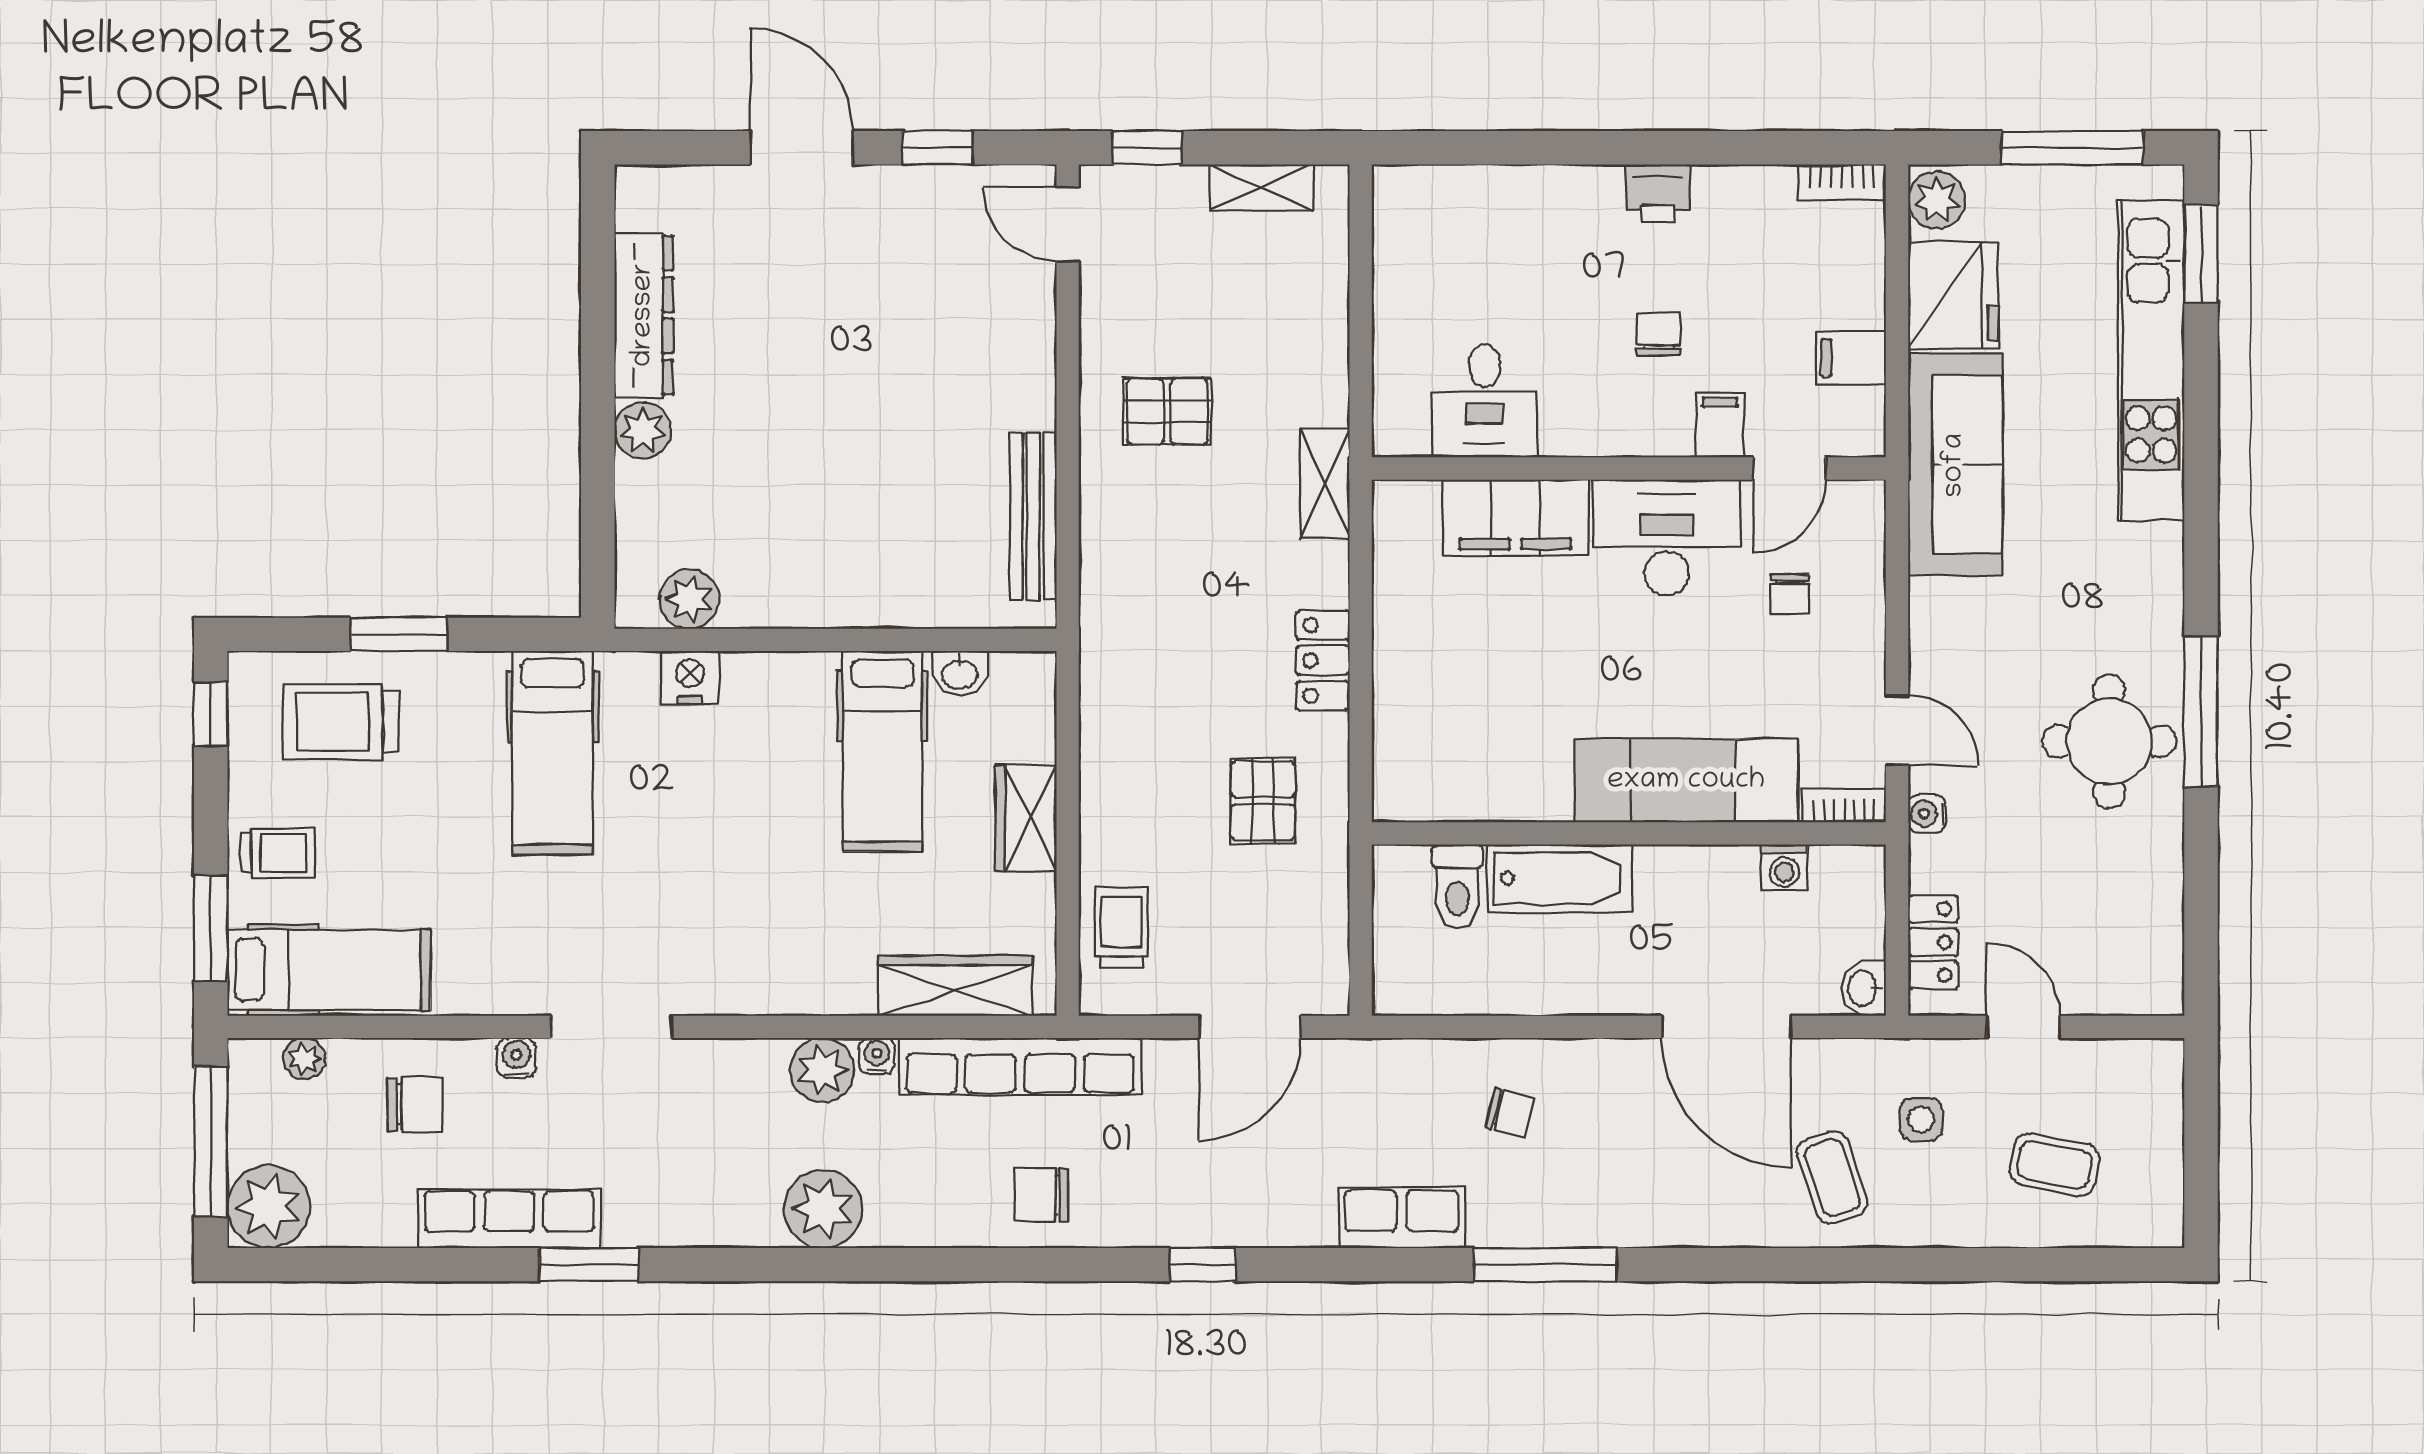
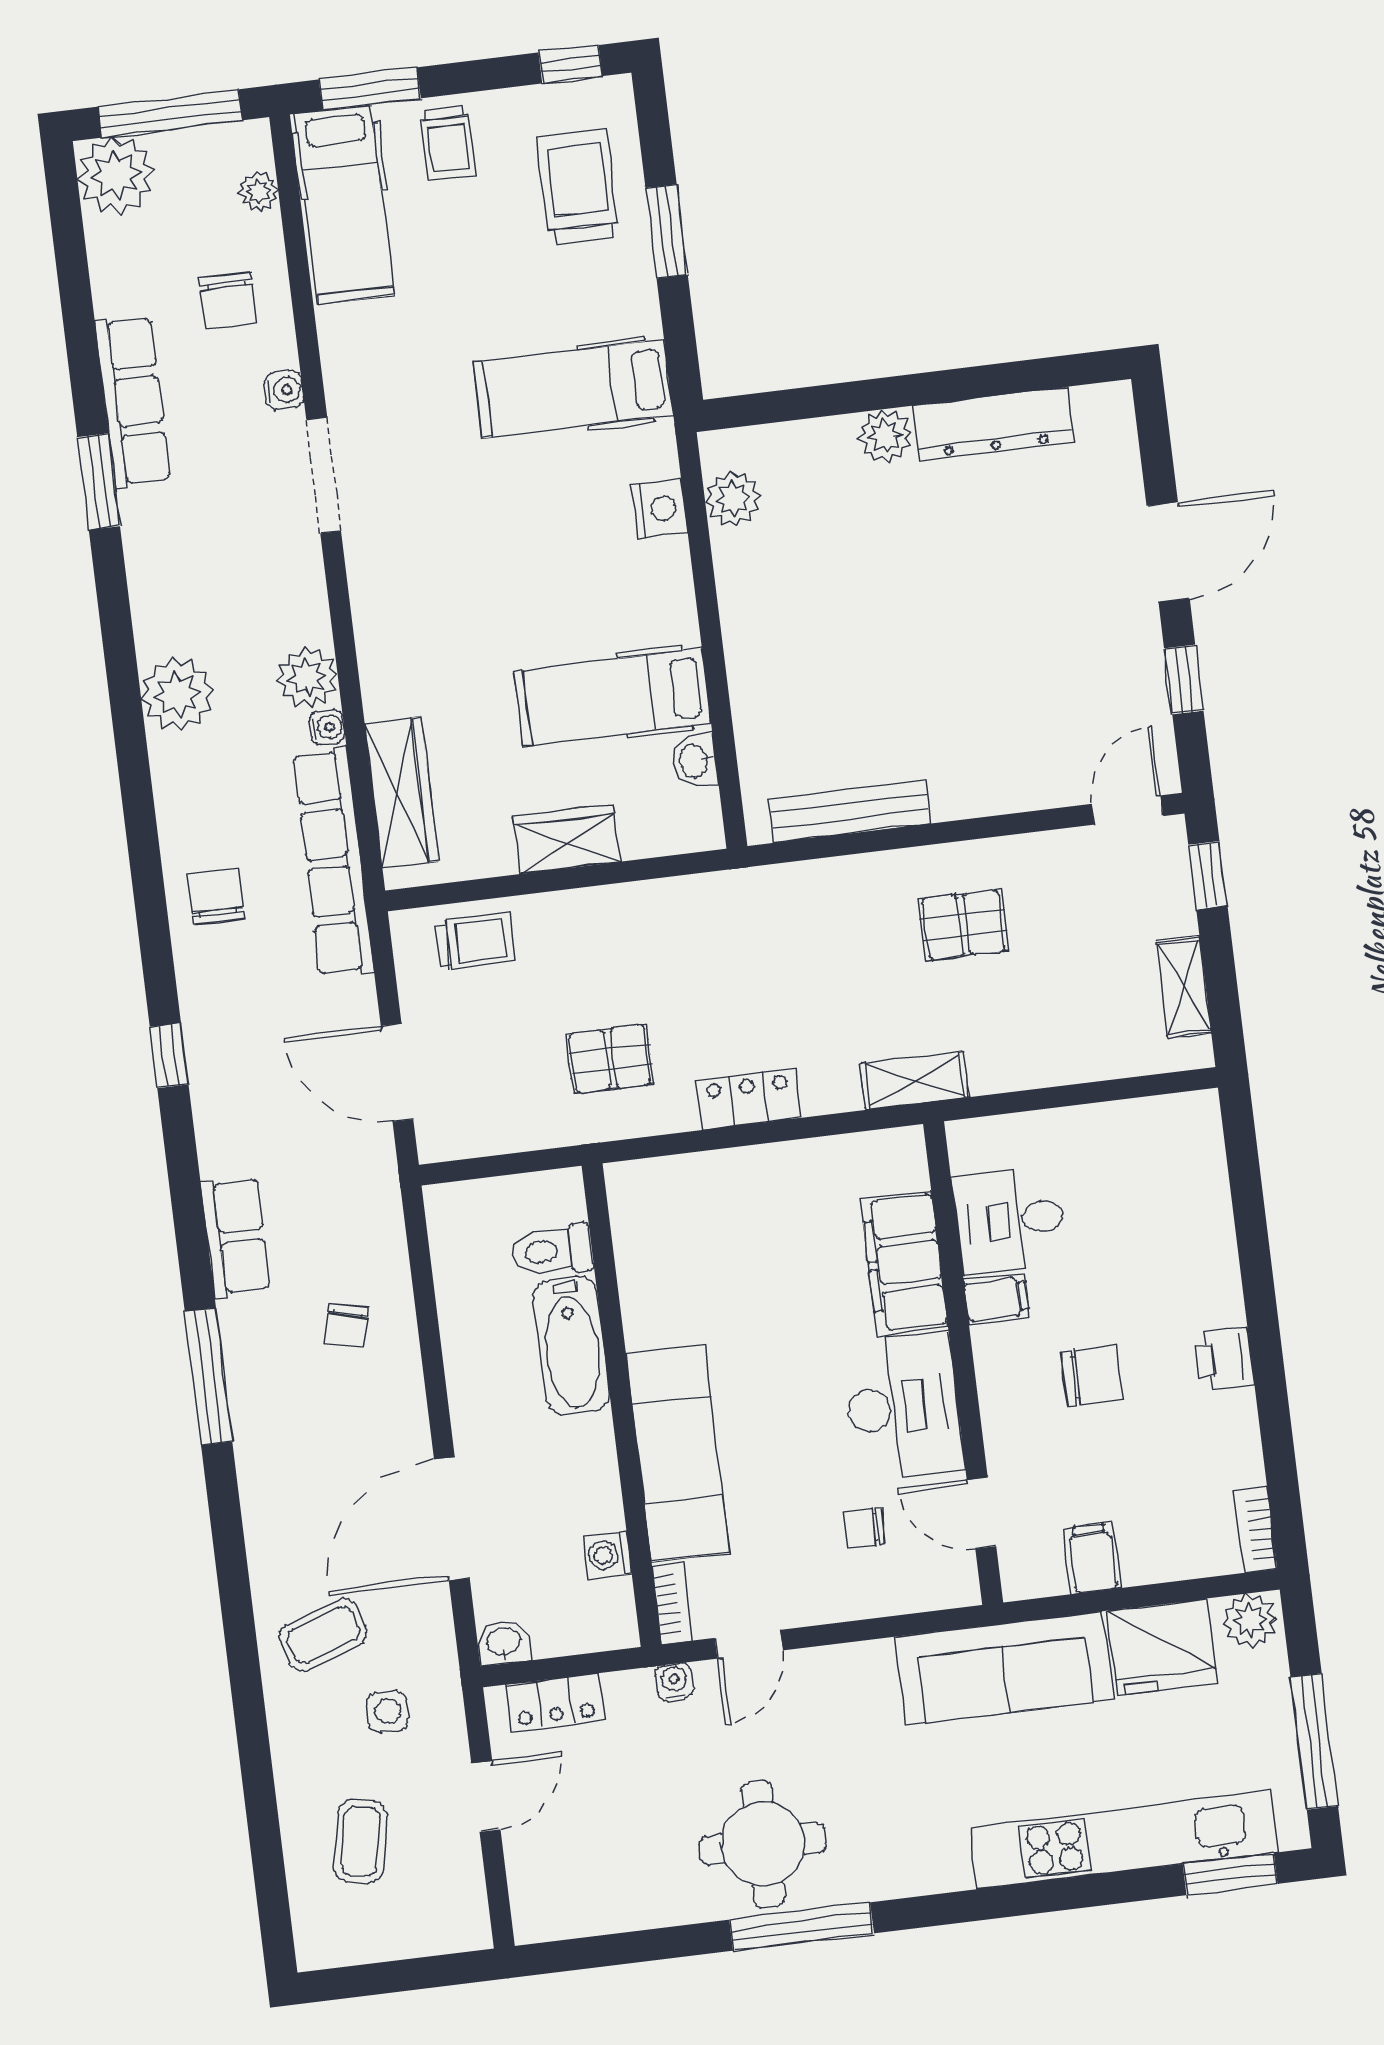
chair: (1659, 334) -> (1092, 1376), width x1.37, depth x1.37
pallet: (1167, 411) -> (963, 925), turned 90
filing cabinet: (1720, 425) -> (996, 1299), moved

